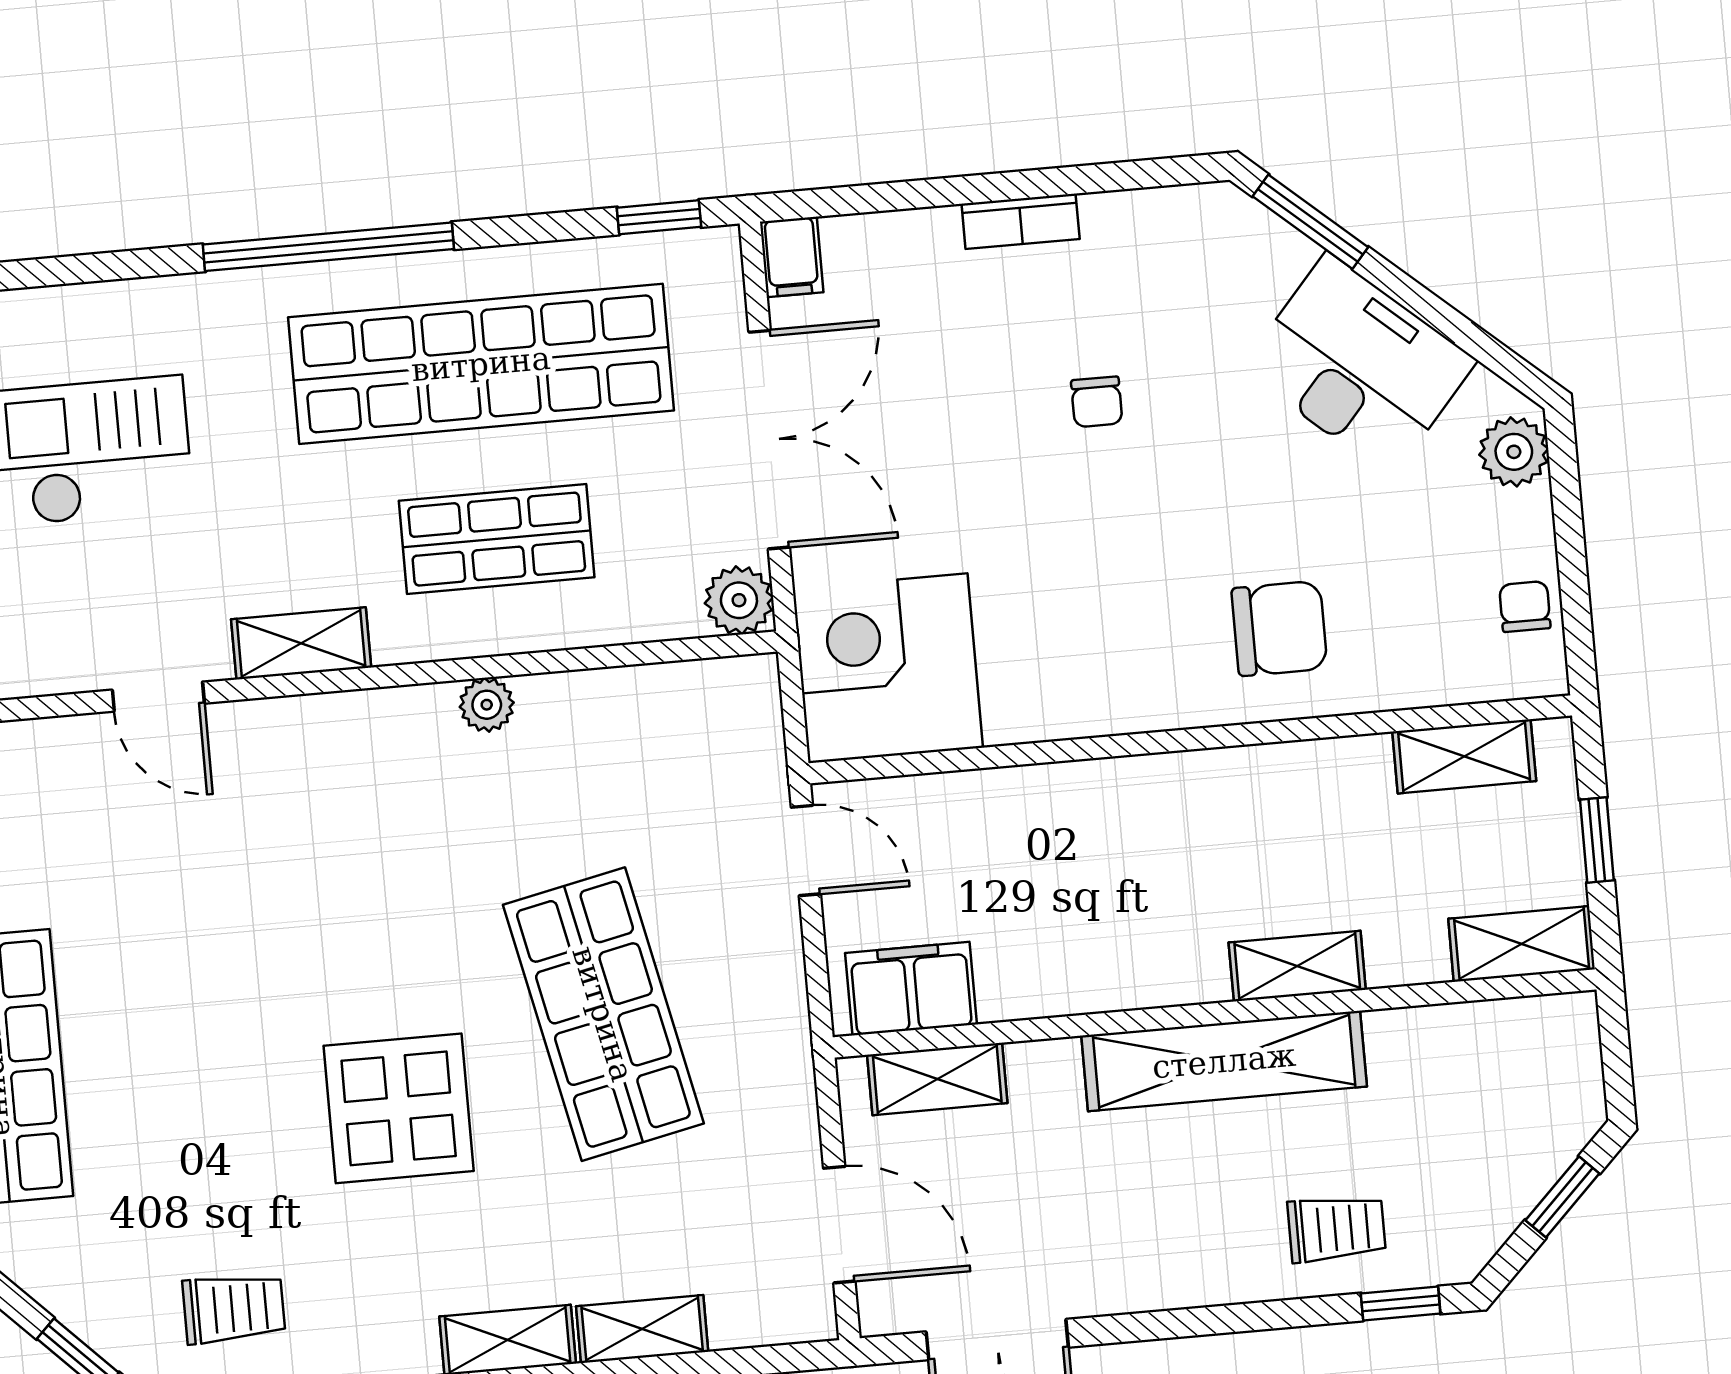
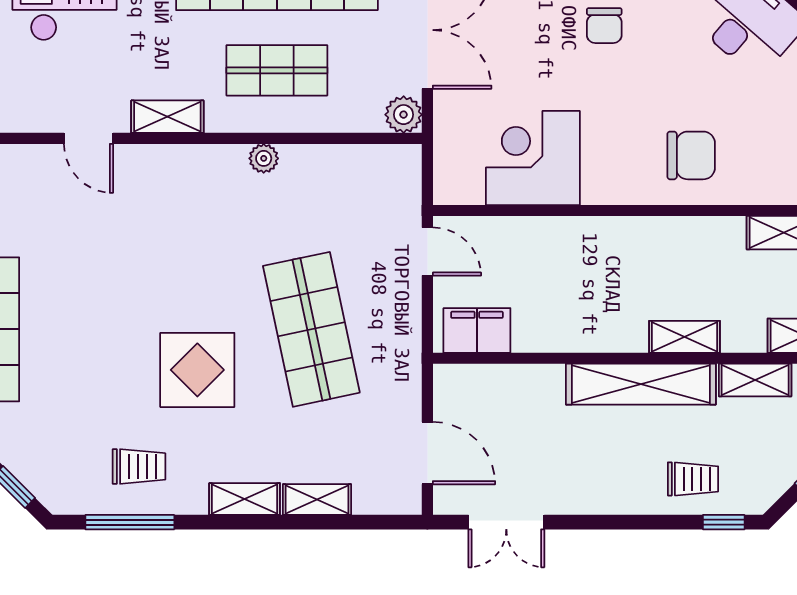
chair: (1097, 402) -> (604, 26), width x1.37, depth x1.37
corner desk: (888, 668) -> (533, 158), moved
shelving: (937, 1079) -> (755, 380), moved
trolley: (234, 1308) -> (139, 466), moved

